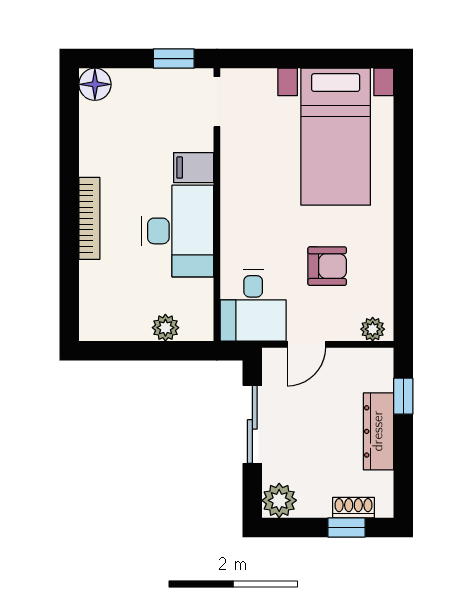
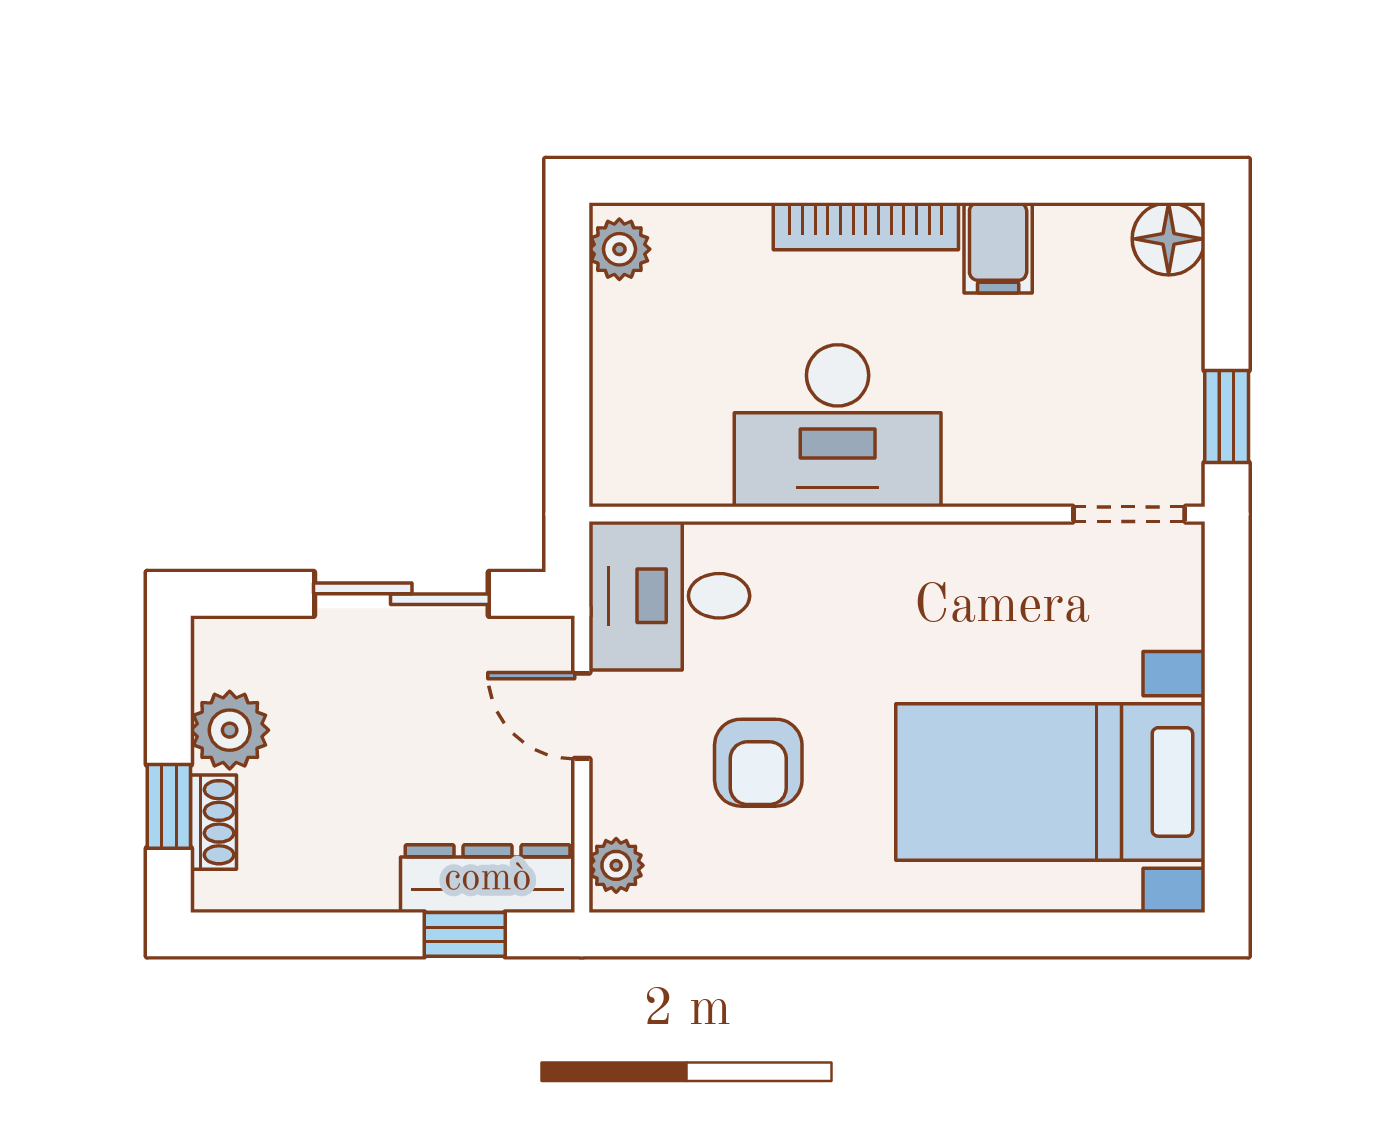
filing cabinet: (194, 168) -> (998, 248), moved, turned 180
plant: (165, 328) -> (619, 249), moved
dresser: (378, 431) -> (488, 879), moved
plant: (279, 500) -> (230, 730), moved

